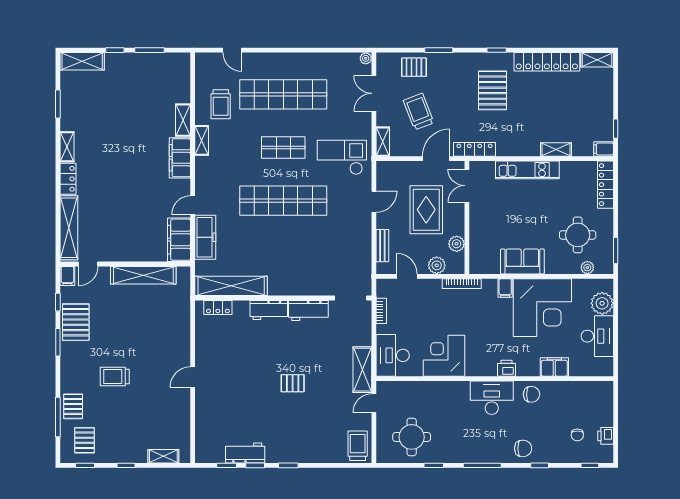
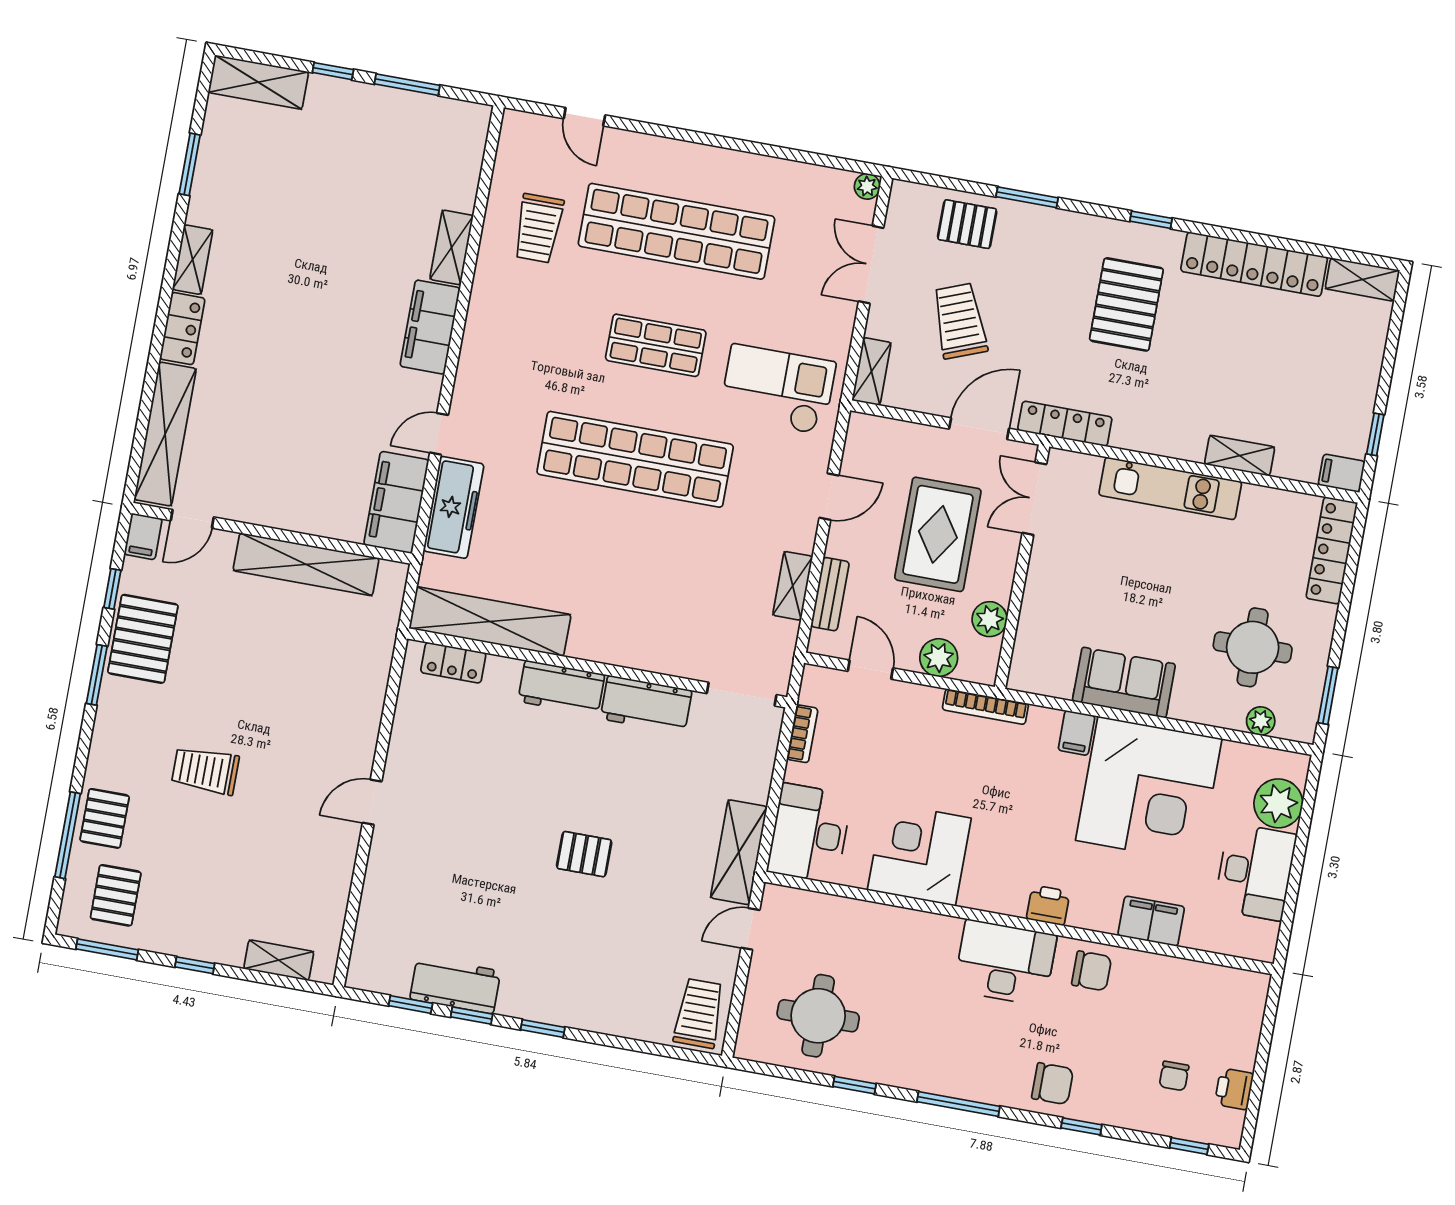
shelving: (202, 140) -> (793, 586), moved
window: (85, 465) -> (107, 949), width x1.50

